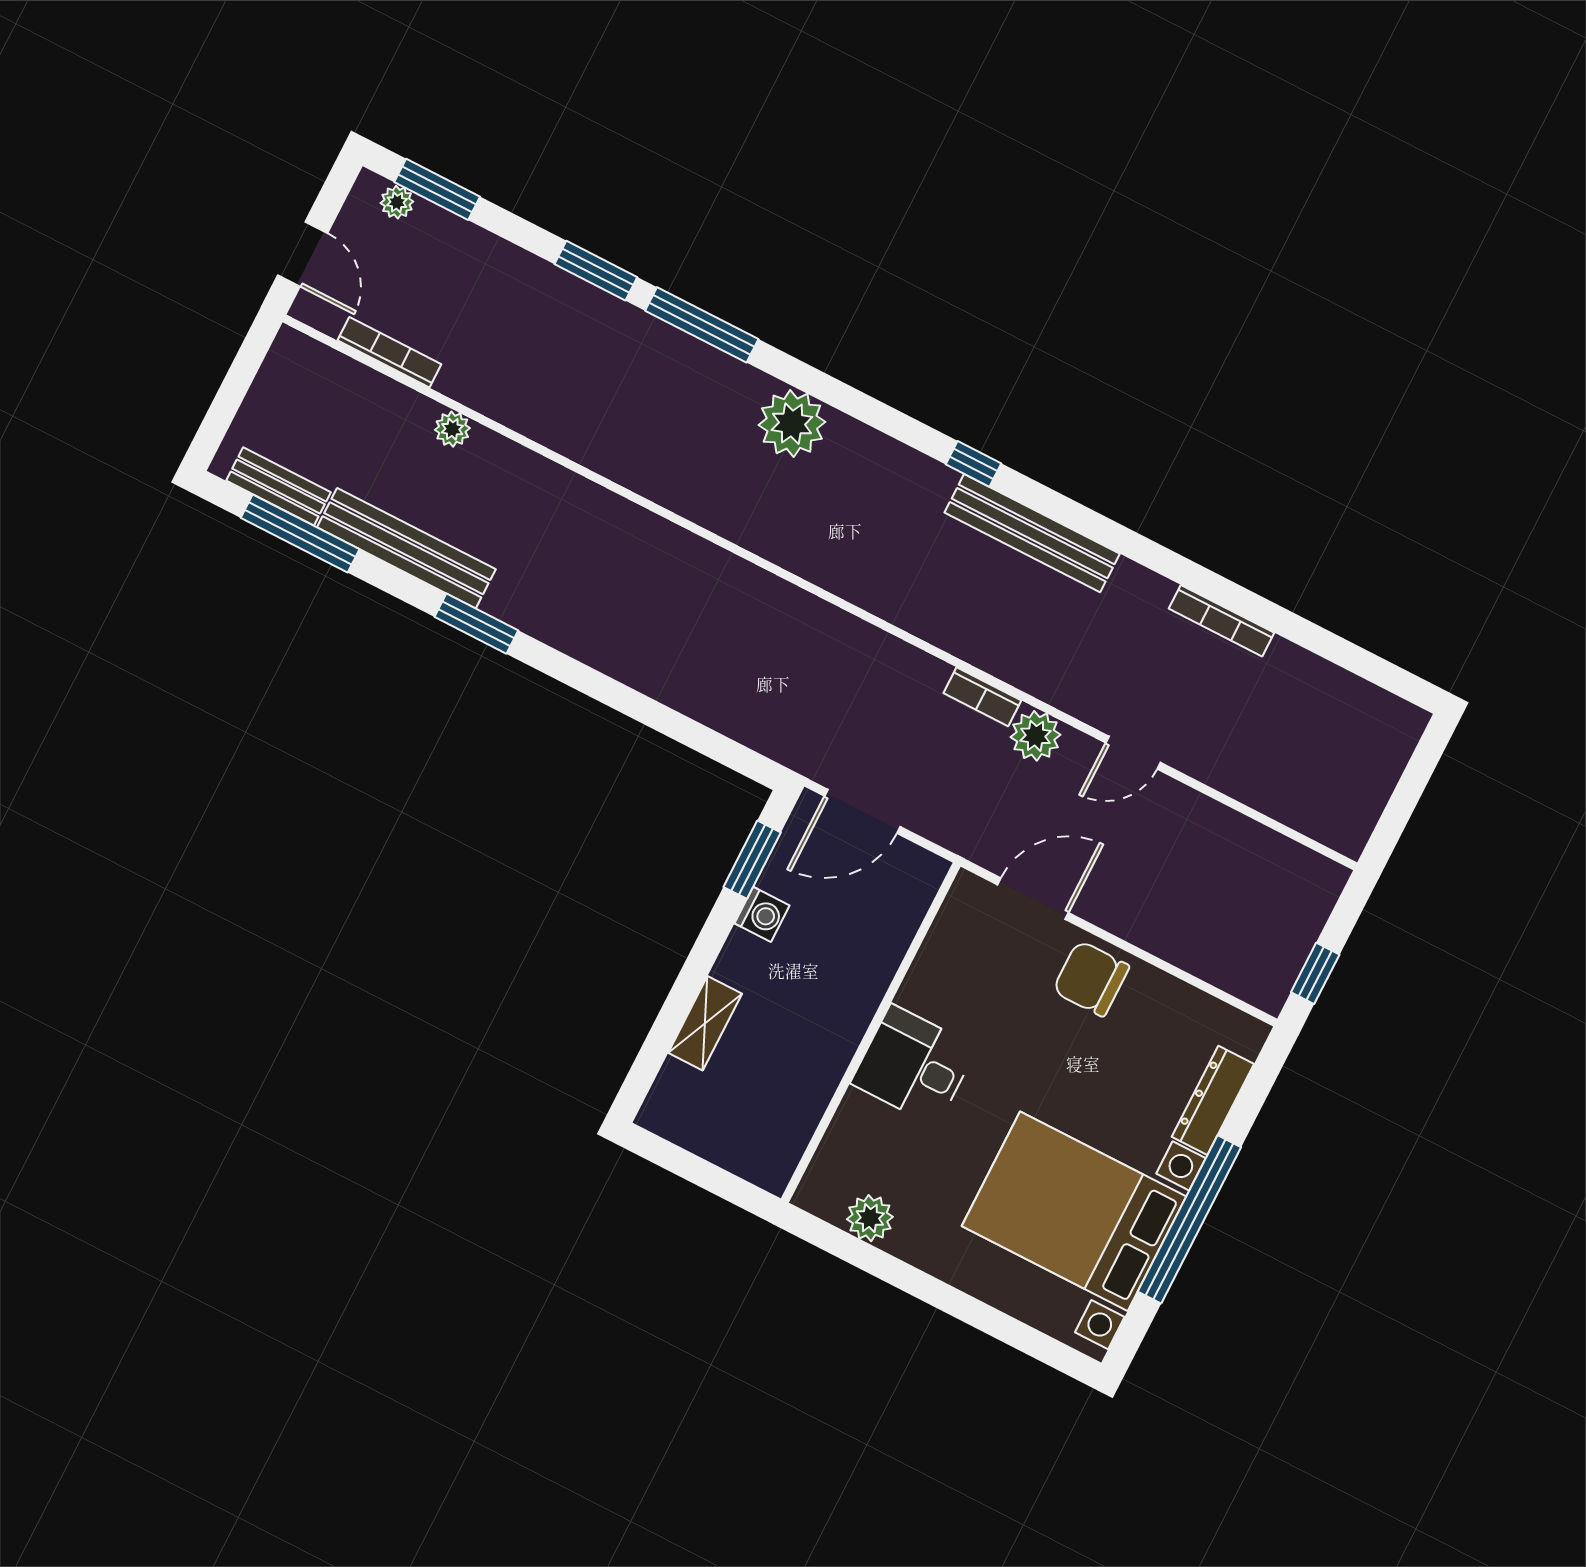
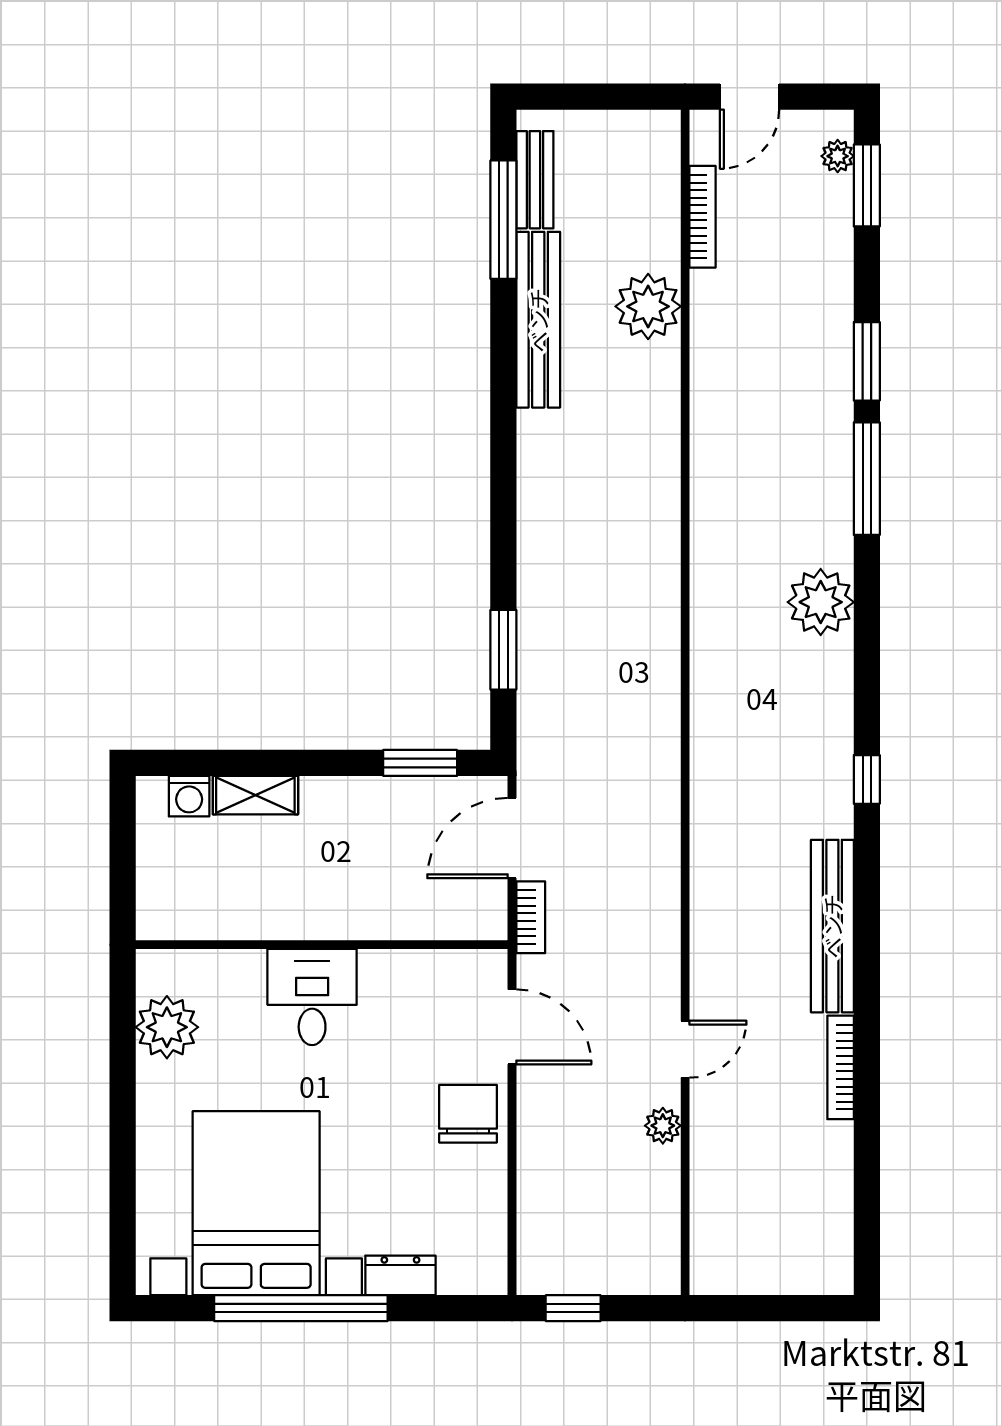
plant: (452, 429) -> (648, 306), width x1.87, depth x1.87
bench: (1032, 533) -> (832, 926), moved
window: (476, 624) -> (503, 650), moved
bookcase: (982, 697) -> (531, 917), moved, turned 180
plant: (1036, 736) -> (663, 1126), moved, width x0.73, depth x0.73
door: (1133, 753) -> (685, 1049), swing flipped
door: (862, 811) -> (512, 838), hinge flipped
washing machine: (762, 914) -> (189, 796), moved
dresser: (1213, 1100) -> (400, 1275), width x0.70
plant: (870, 1218) -> (167, 1027), width x1.36, depth x1.36

